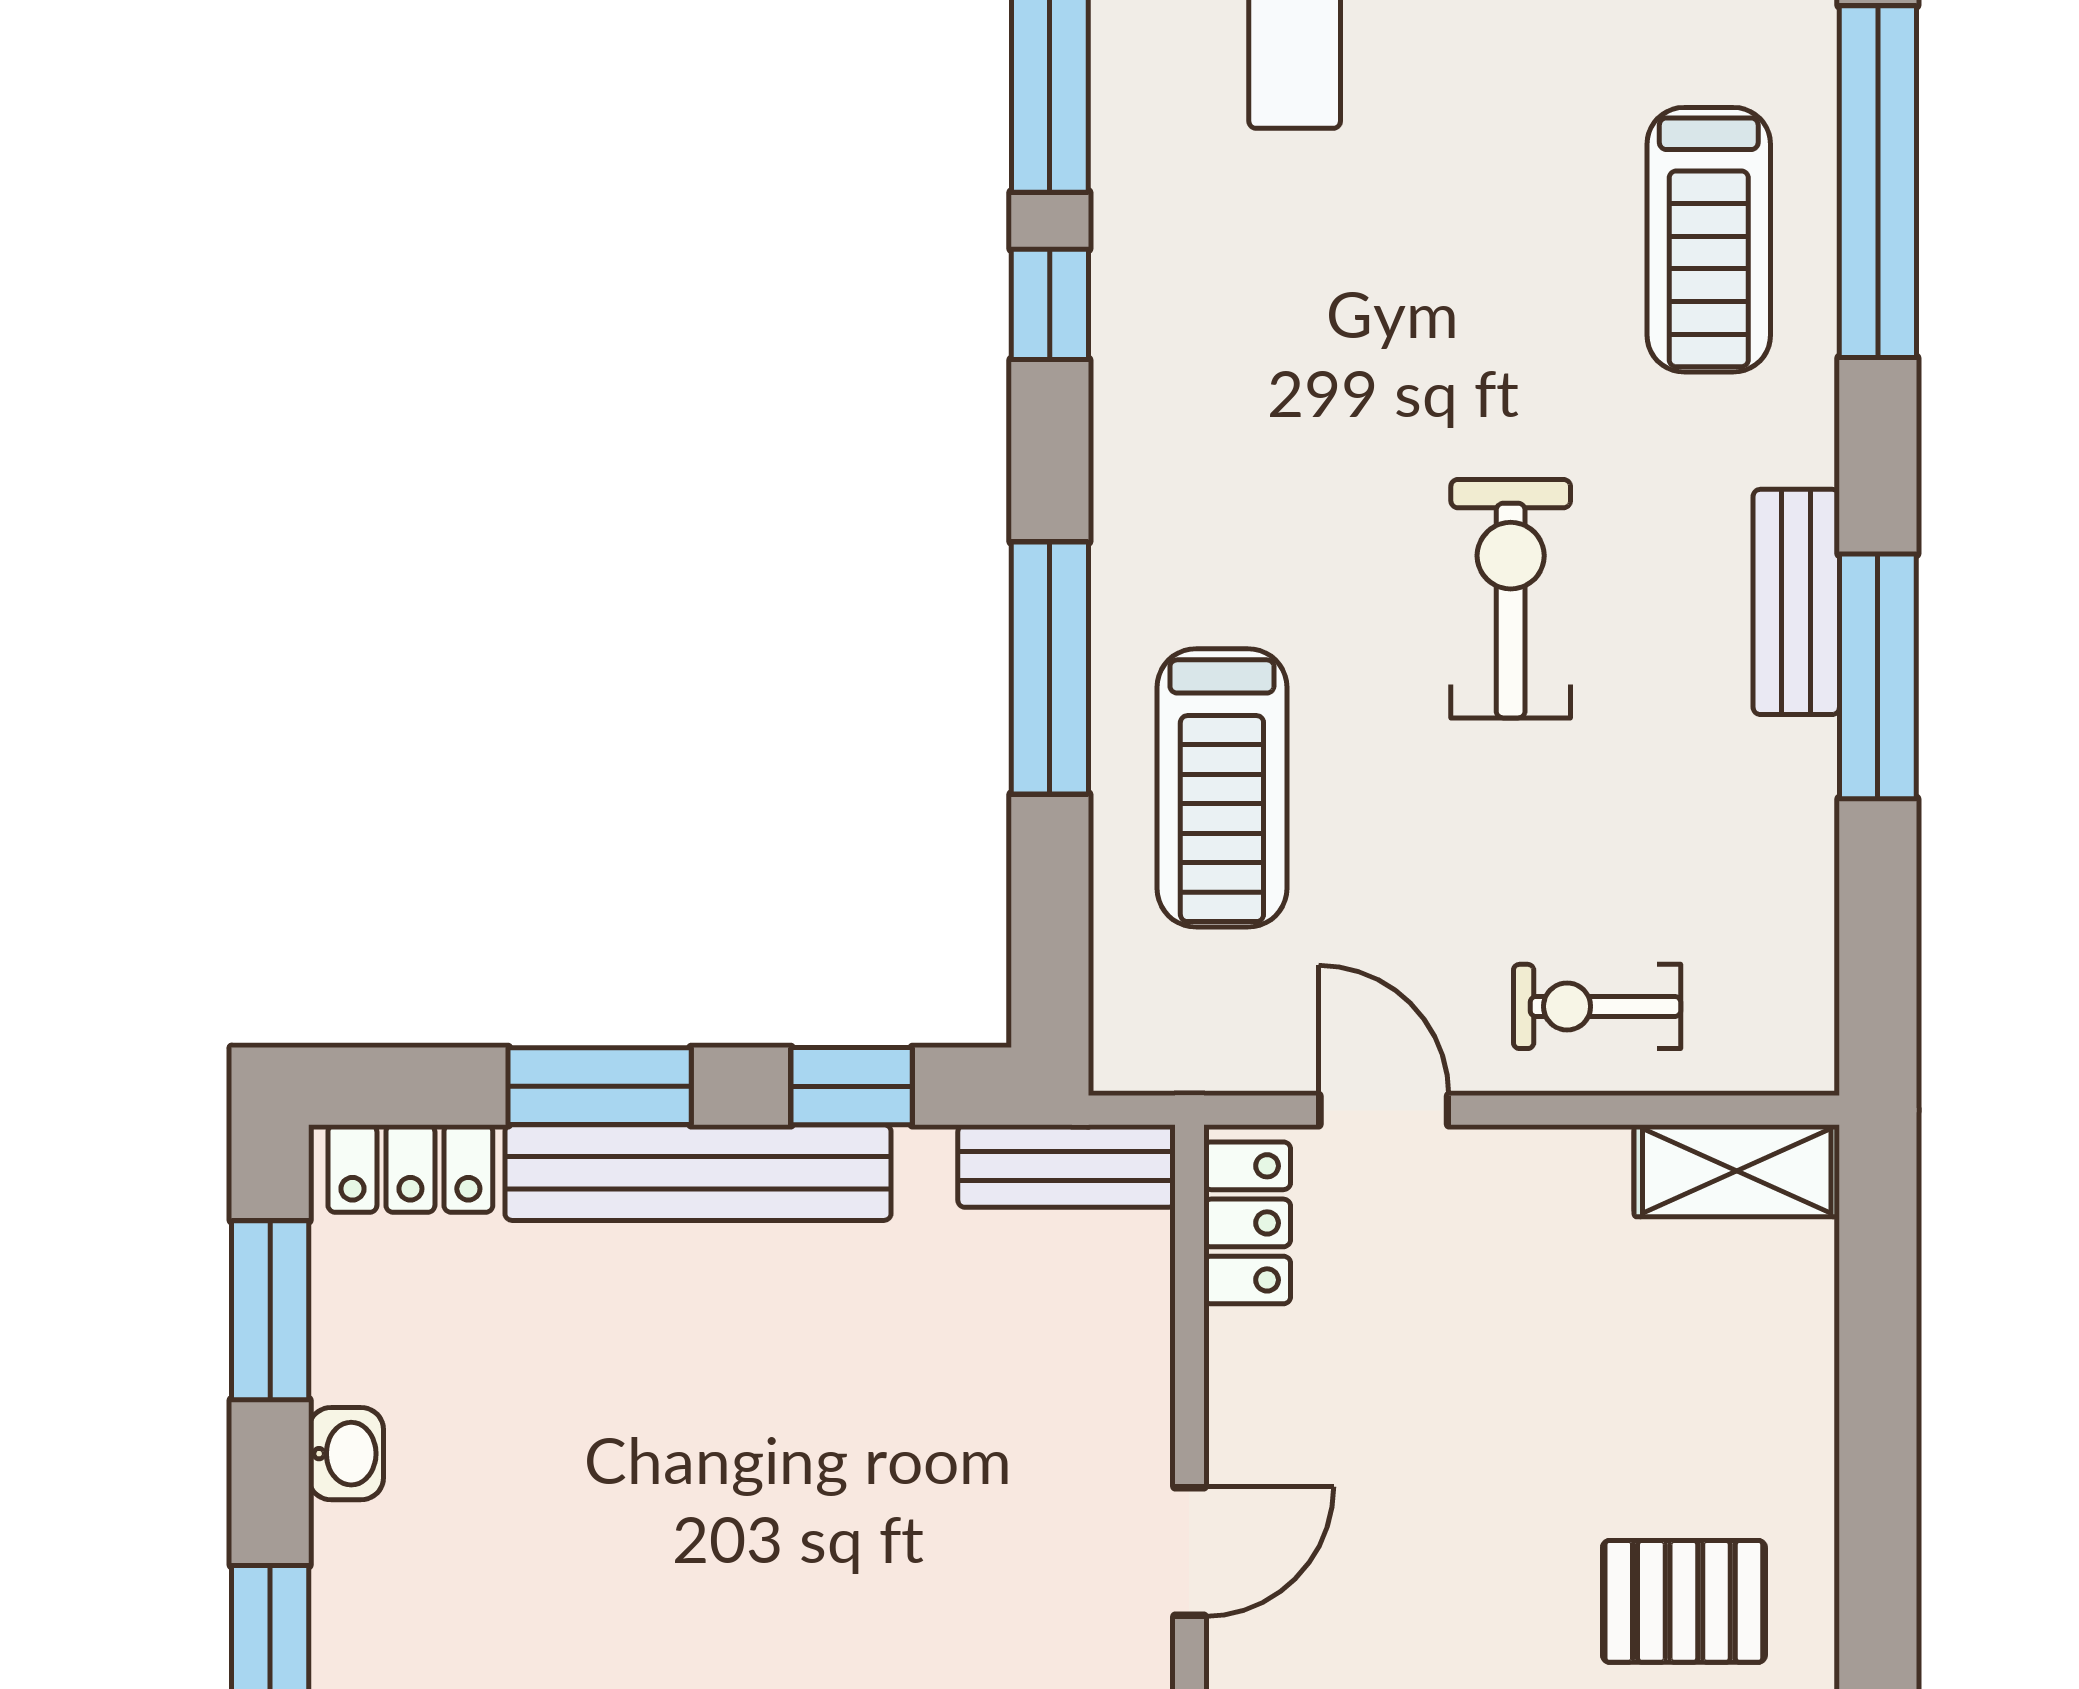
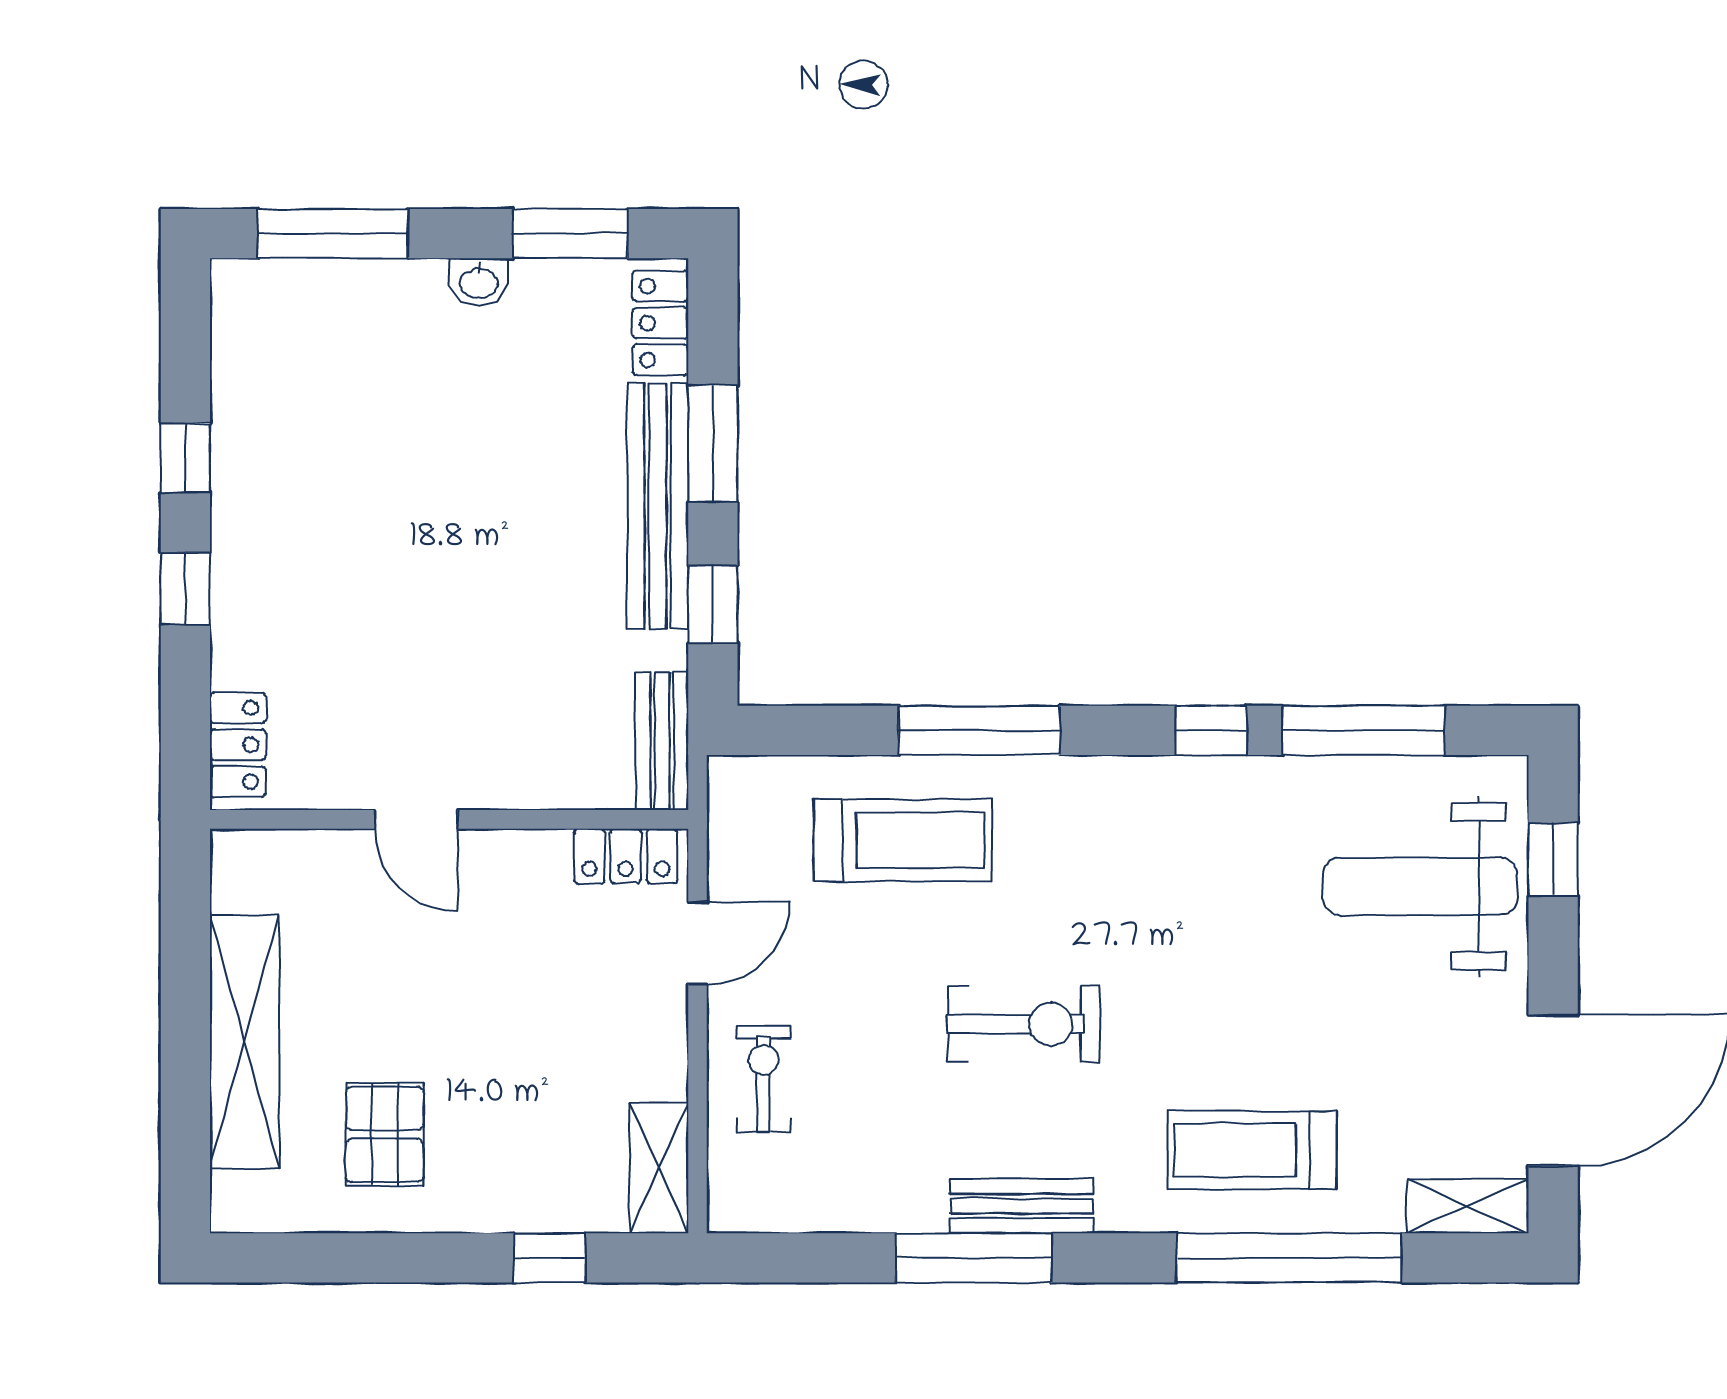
treadmill: (1222, 788) -> (903, 840), turned 180
window: (1878, 1342) -> (550, 1258), added

